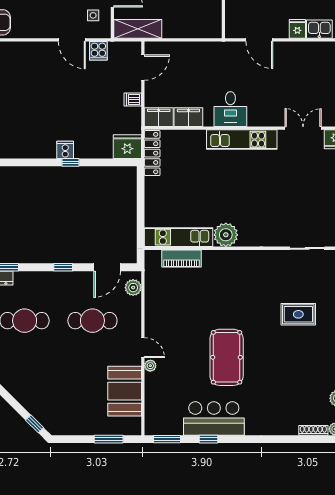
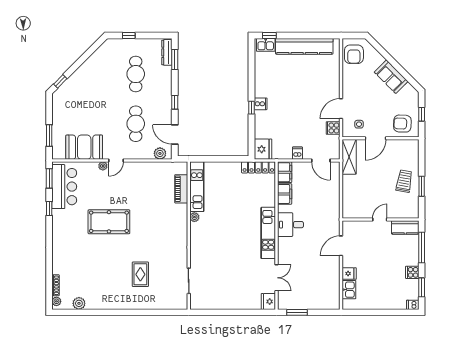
plant: (226, 235) -> (194, 217), width x0.53, depth x0.53
bar counter: (214, 418) -> (64, 187), moved

